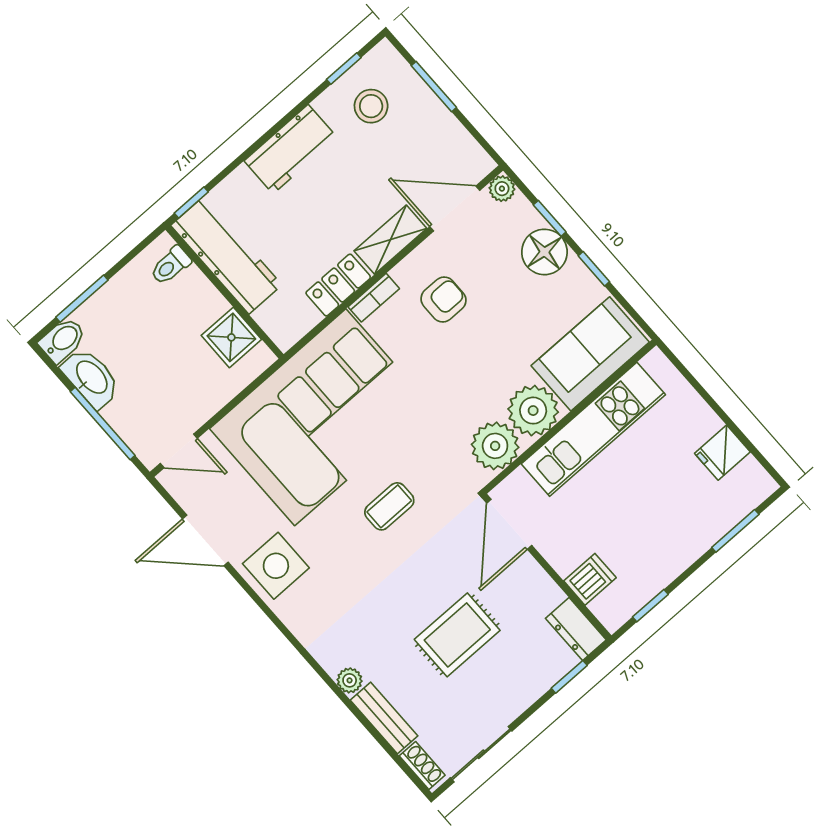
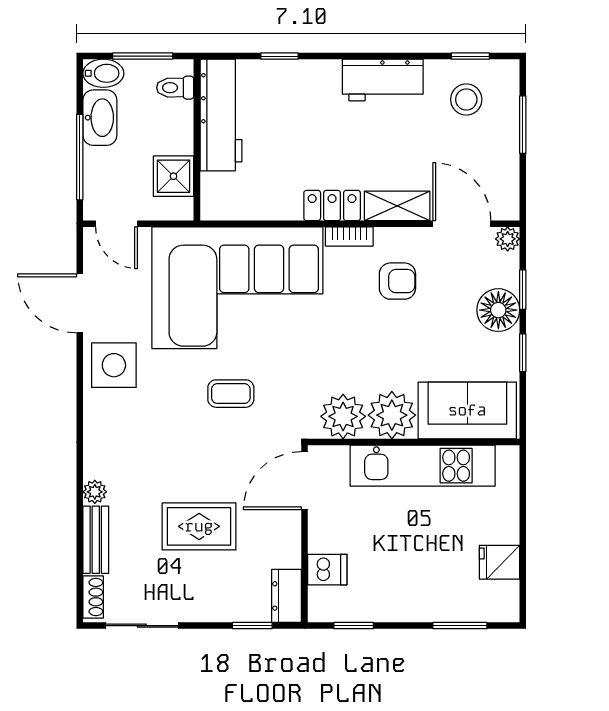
workbench: (226, 255) -> (221, 115), moved
toilet: (171, 265) -> (175, 88), moved
wall: (225, 292) -> (197, 140), moved
shower: (231, 337) -> (173, 176), moved

